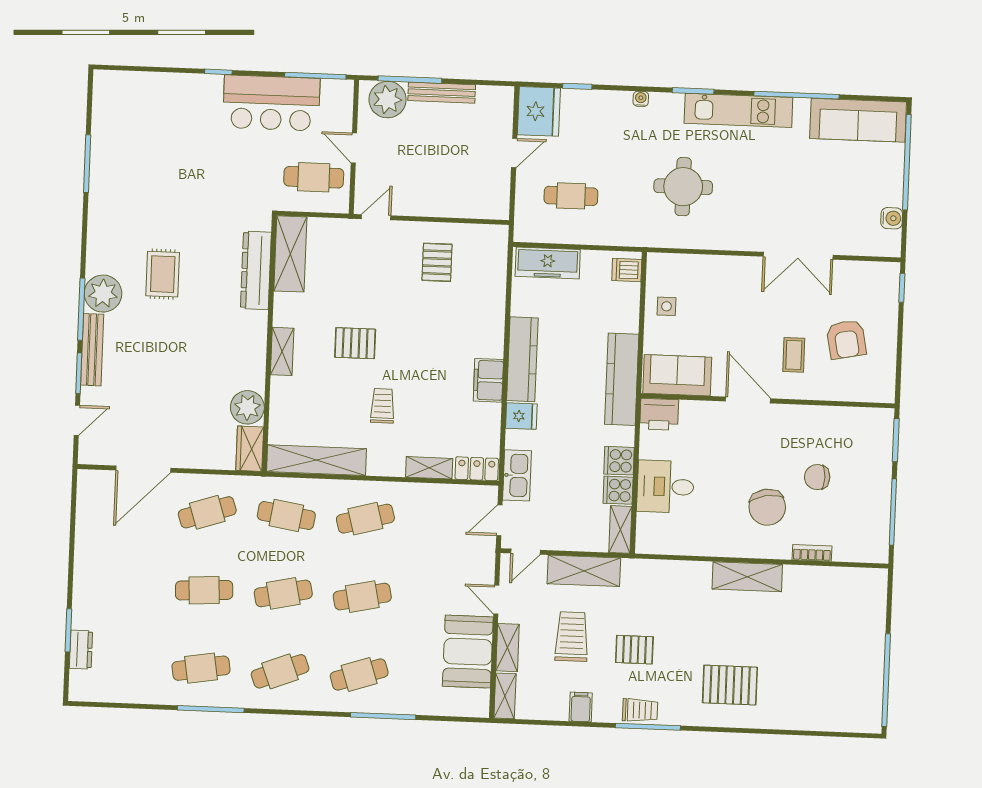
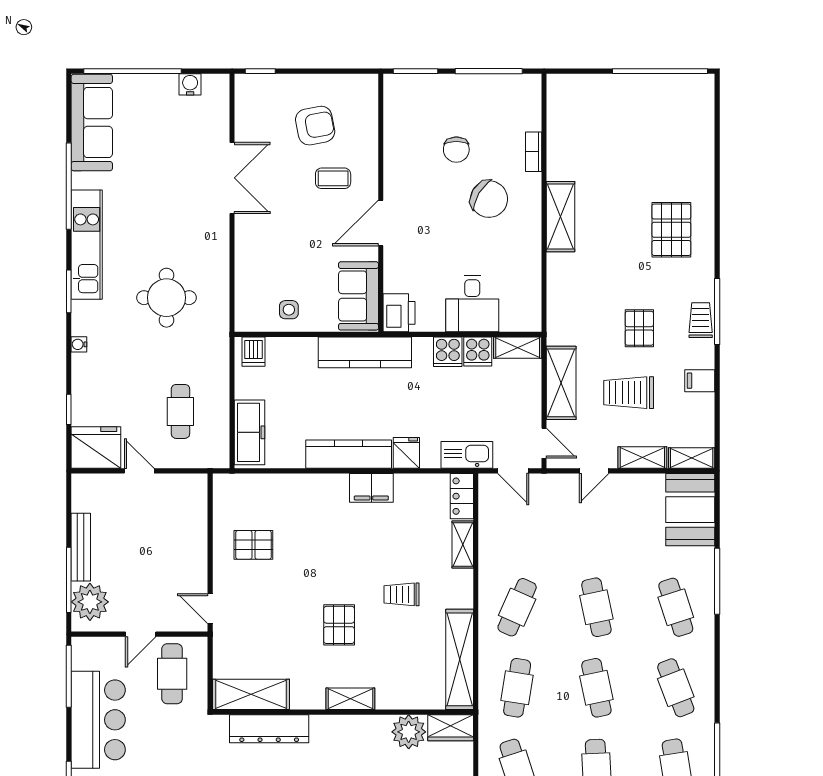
chair: (767, 507) -> (489, 199), turned 41
cafe table: (365, 519) -> (517, 607), turned 39
booth: (468, 652) -> (690, 510), moved, turned 90

